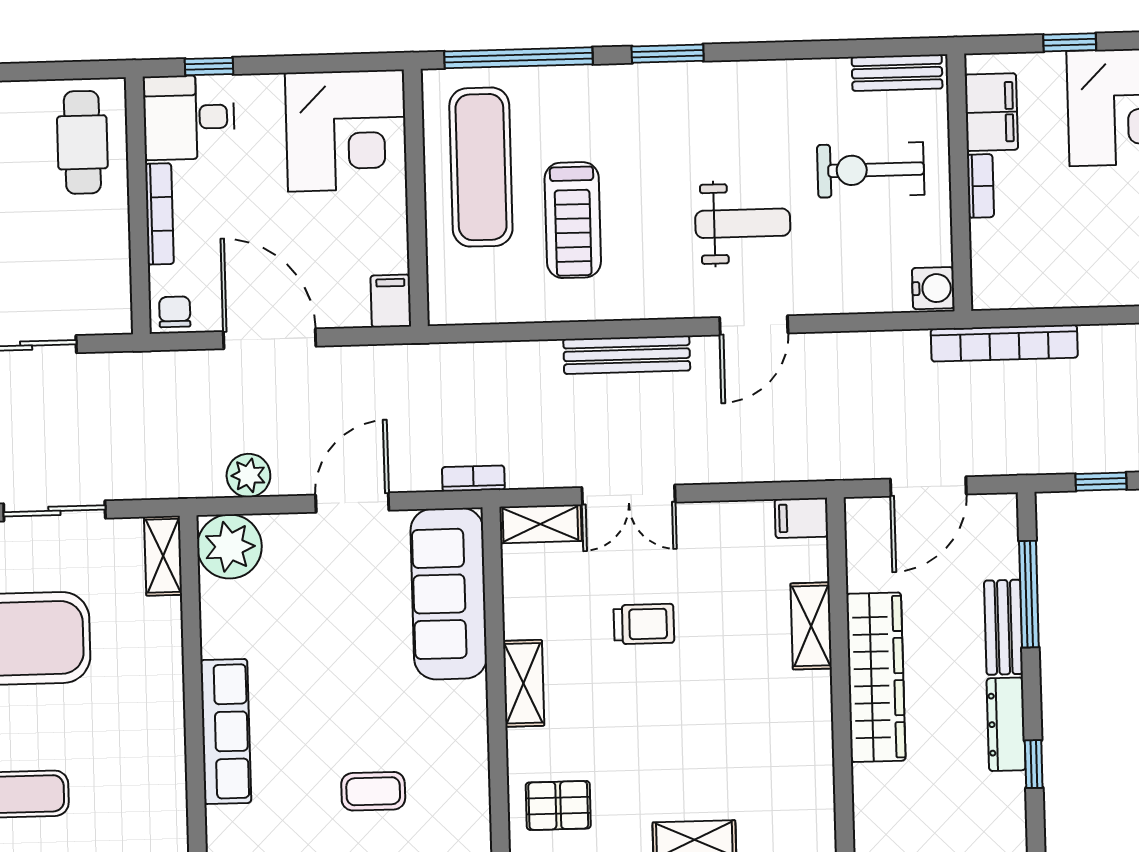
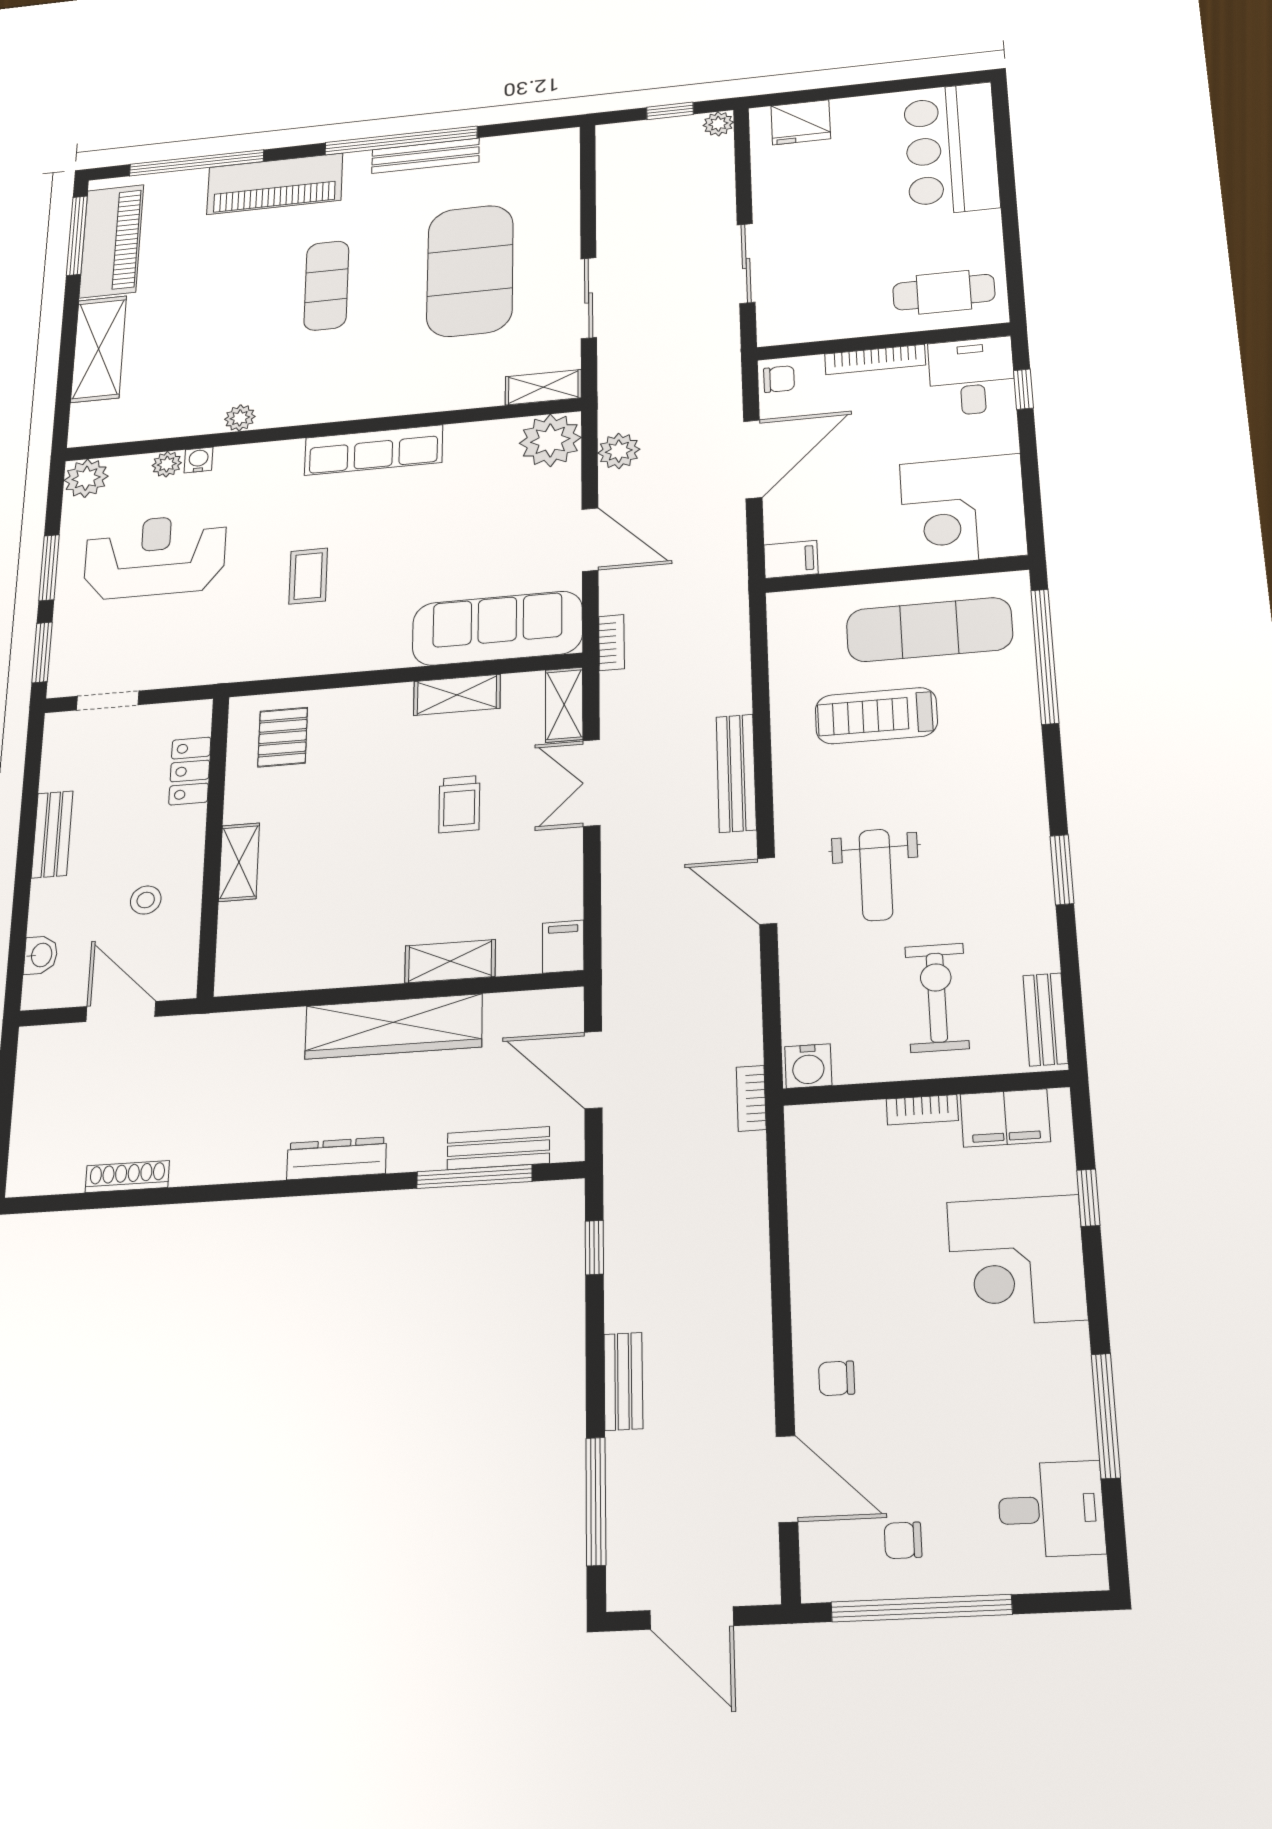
window: (668, 54) -> (1062, 870), moved
bookcase: (1004, 343) -> (751, 1098), width x0.43, depth x0.76
bench: (1004, 627) -> (498, 1148), moved
shelving: (524, 683) -> (457, 695), moved
window: (1034, 764) -> (293, 1188), removed

